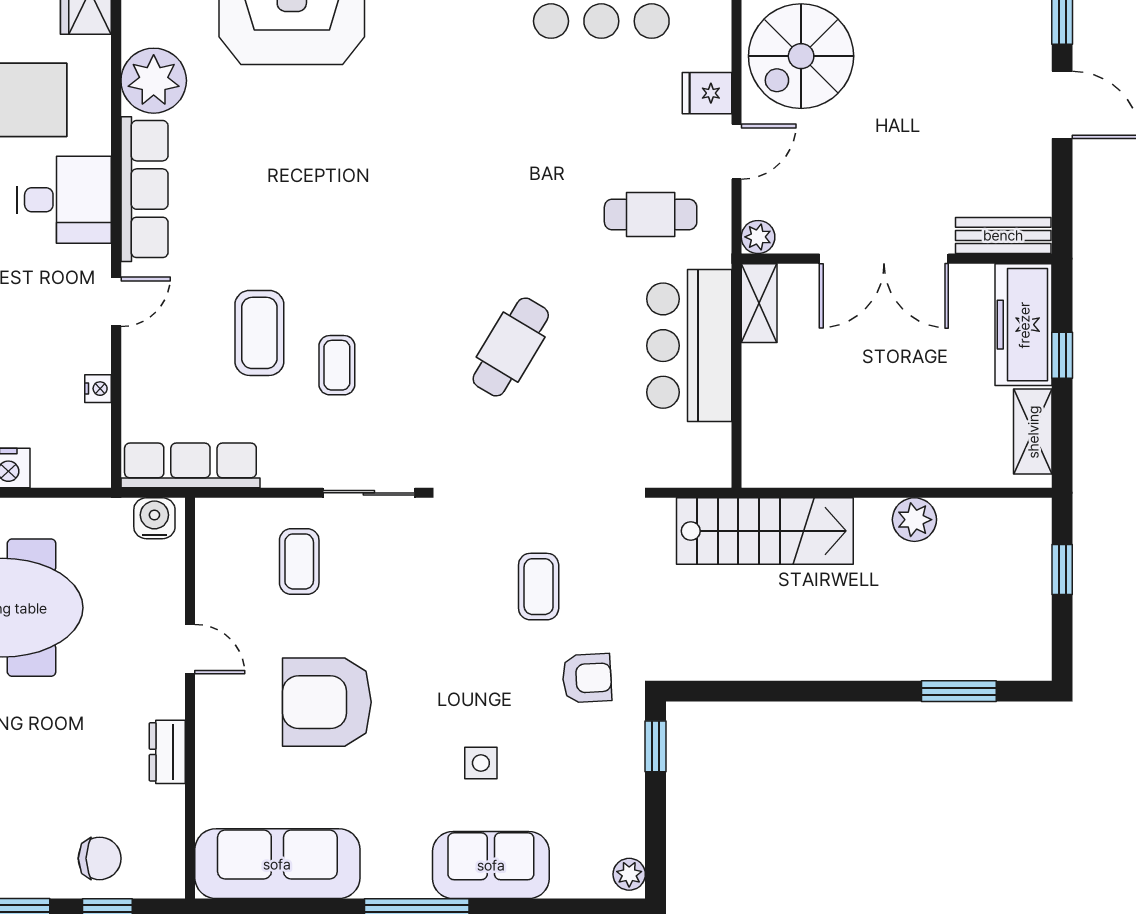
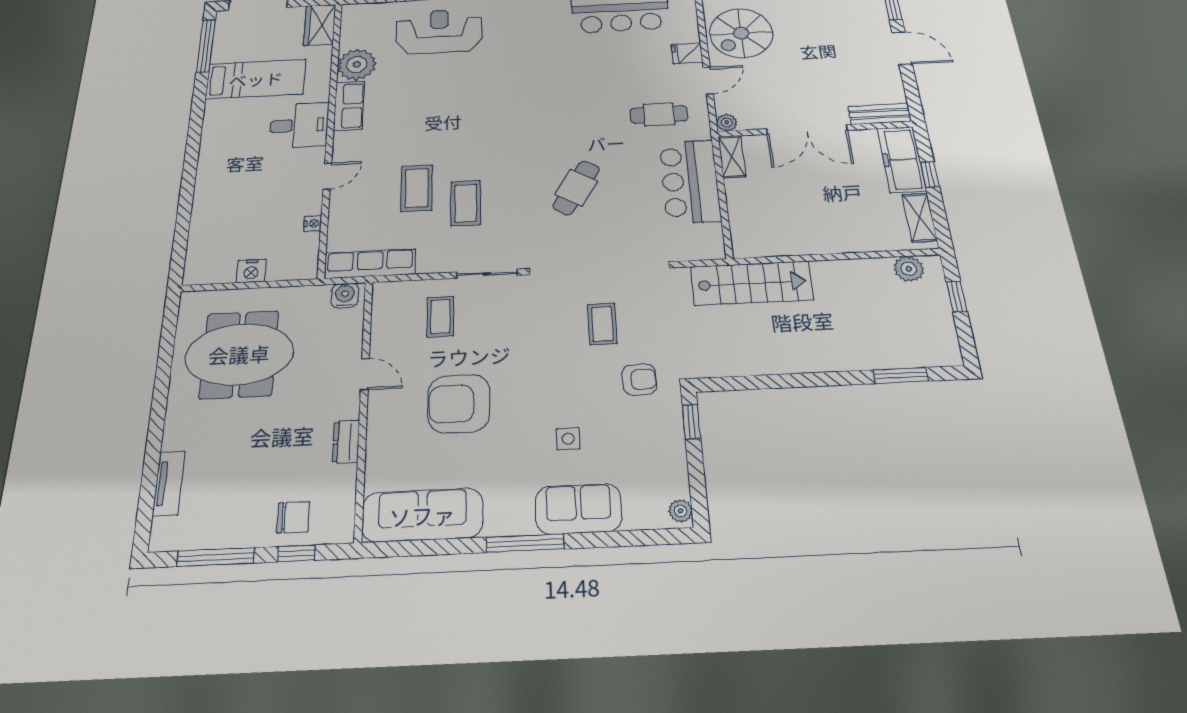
row of seats: (144, 189) -> (349, 106), width x0.68
coffee table: (337, 365) -> (466, 203), width x1.36, depth x1.30
plant: (914, 520) -> (909, 269), moved

